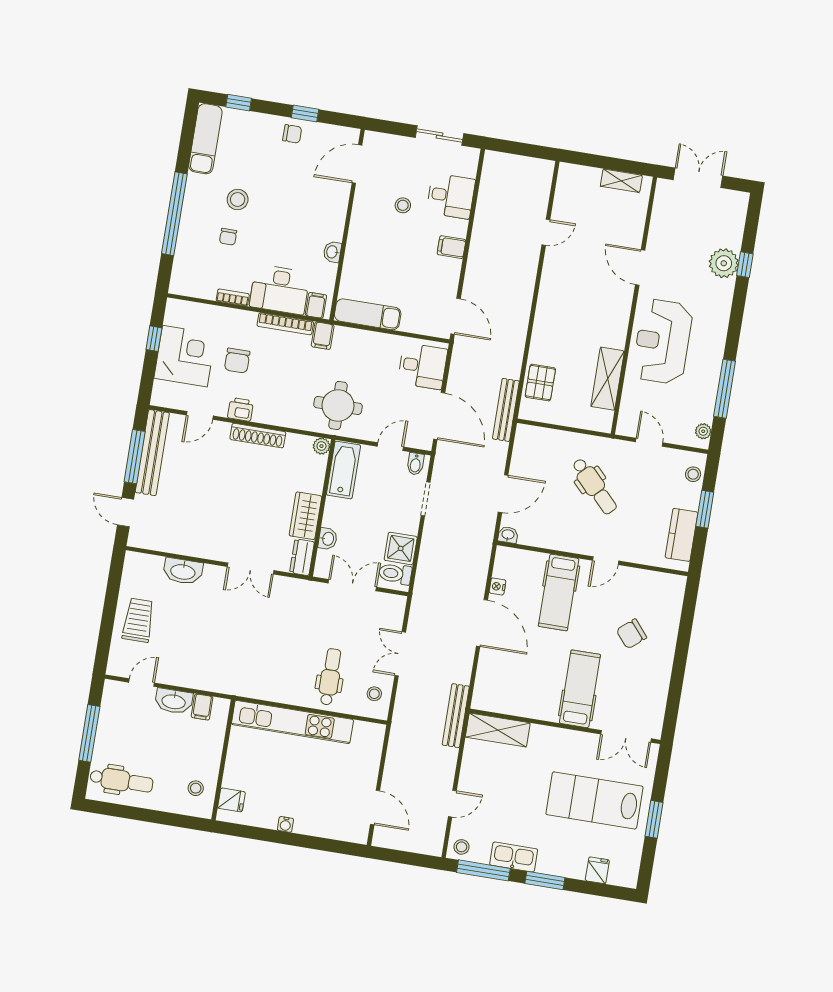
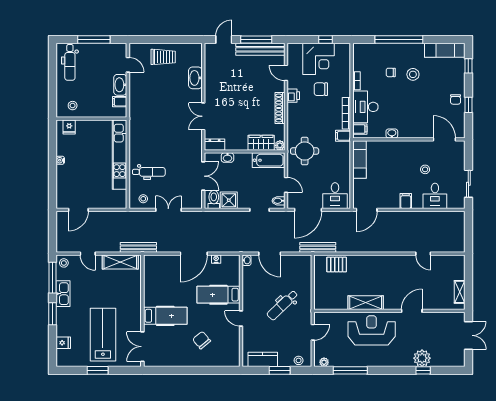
shelving: (608, 379) -> (366, 303), moved
wardrobe: (305, 516) -> (261, 143), moved
shelving: (498, 730) -> (120, 262), moved, turned 90

